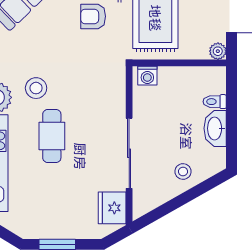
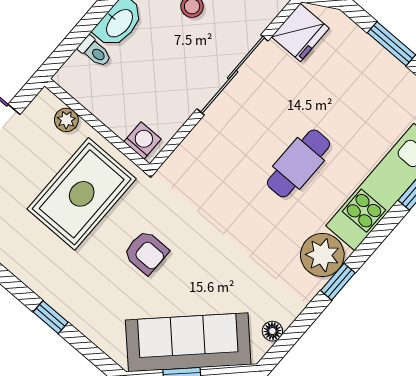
plant: (218, 51) -> (66, 120), moved
stool: (36, 88) -> (272, 229), removed

